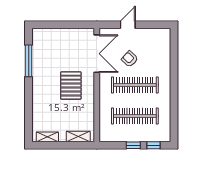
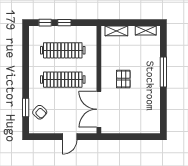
window: (174, 56) -> (26, 107), added
armchair: (130, 59) -> (40, 112), moved
window: (29, 61) -> (163, 72), moved
pallet: (71, 86) -> (123, 79), width x0.67, depth x0.71

